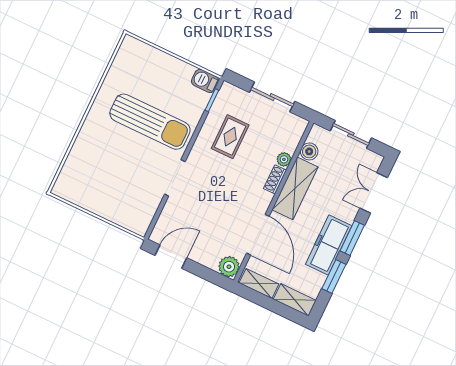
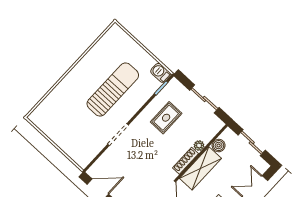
sun lounger: (150, 122) -> (113, 90), turned -90
shoe rack: (275, 179) -> (185, 161), width x1.43

